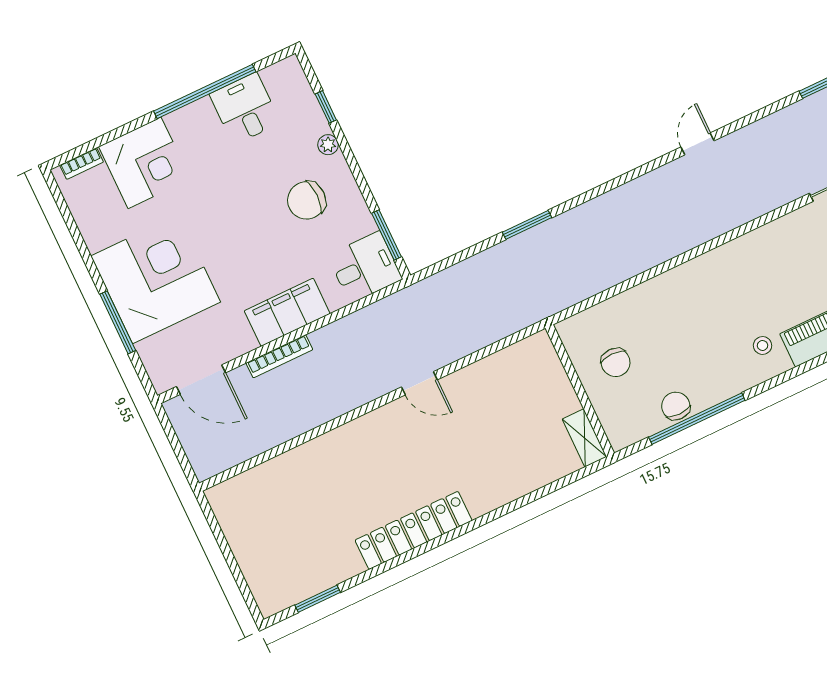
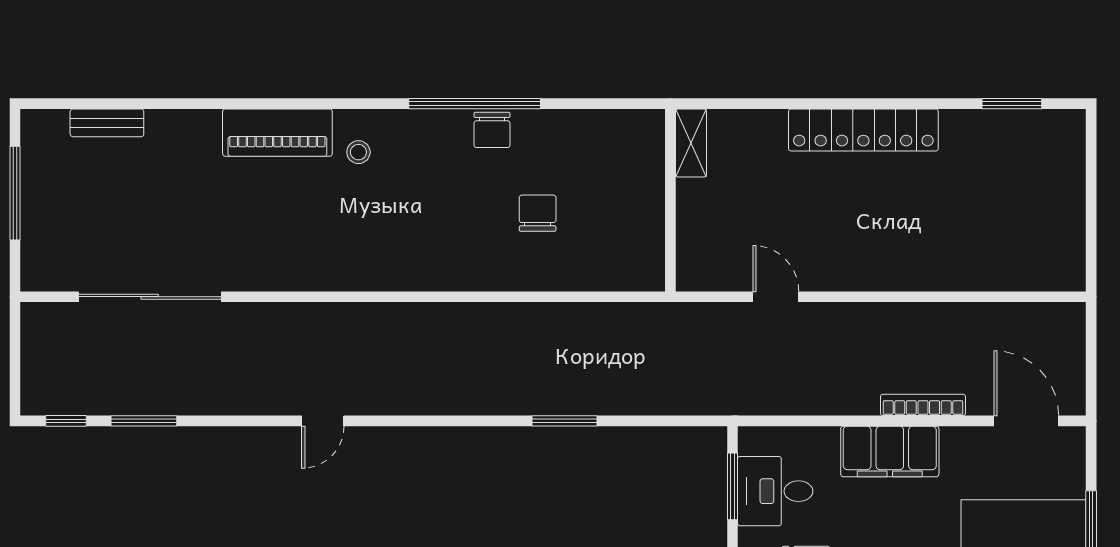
desk: (365, 267) -> (775, 491), moved
wall: (580, 391) -> (670, 200), moved
shelving: (584, 438) -> (691, 143), moved

